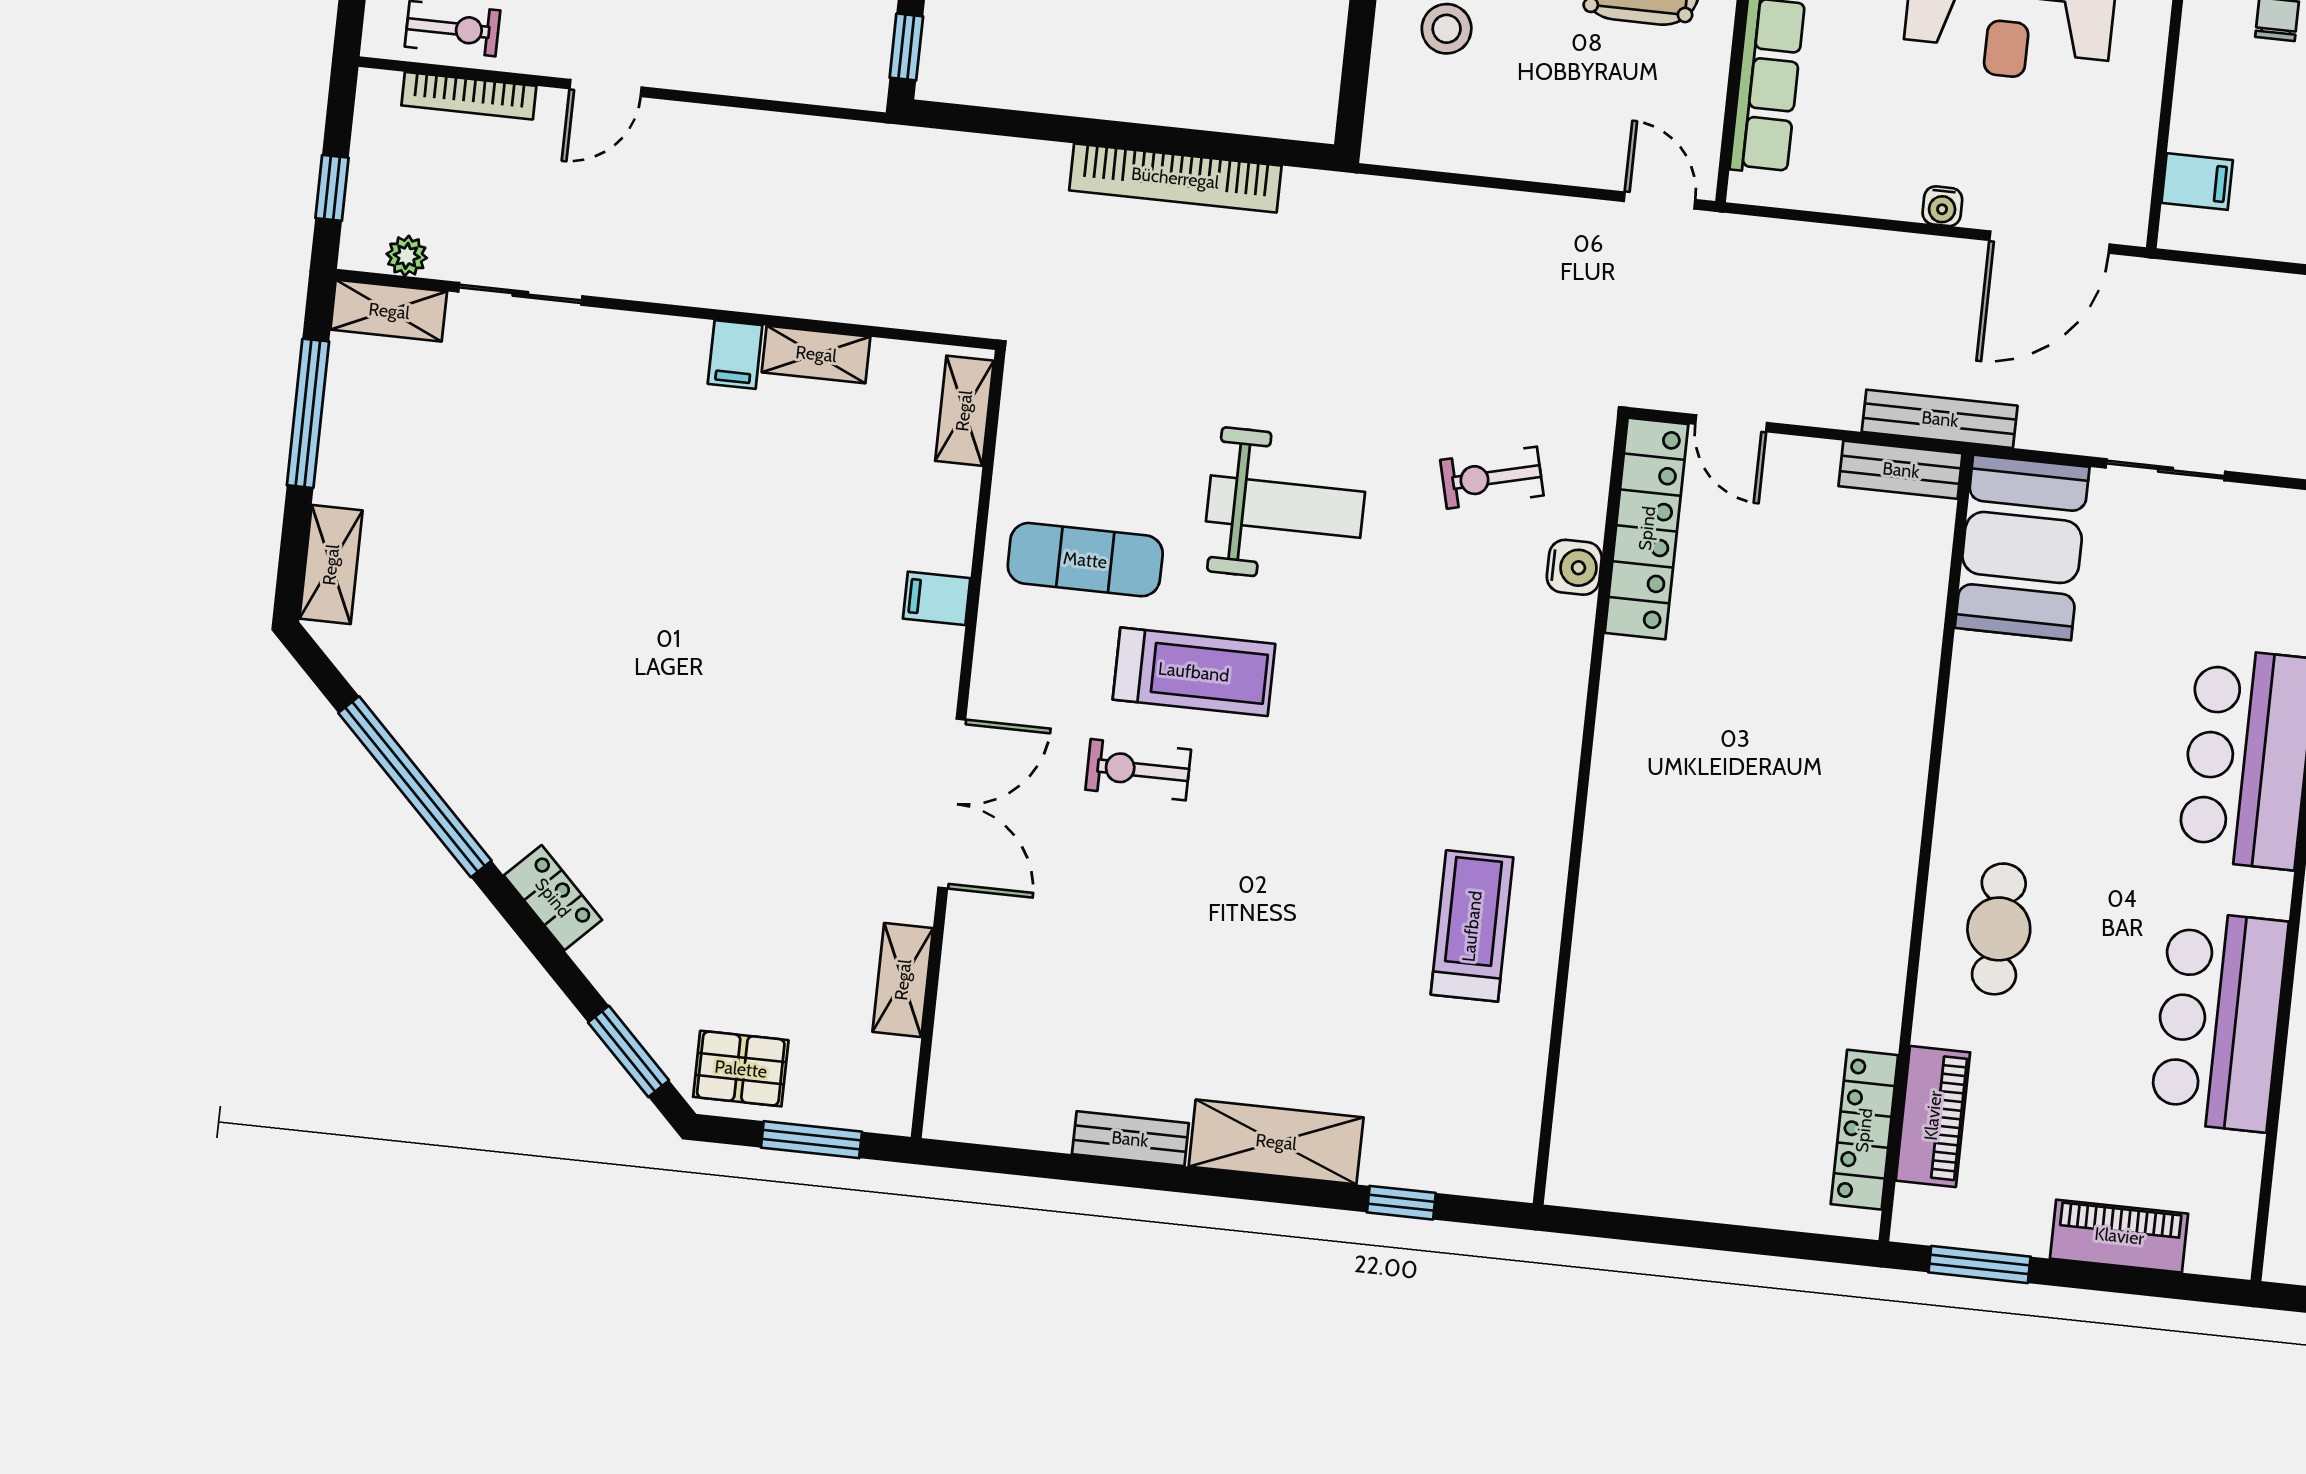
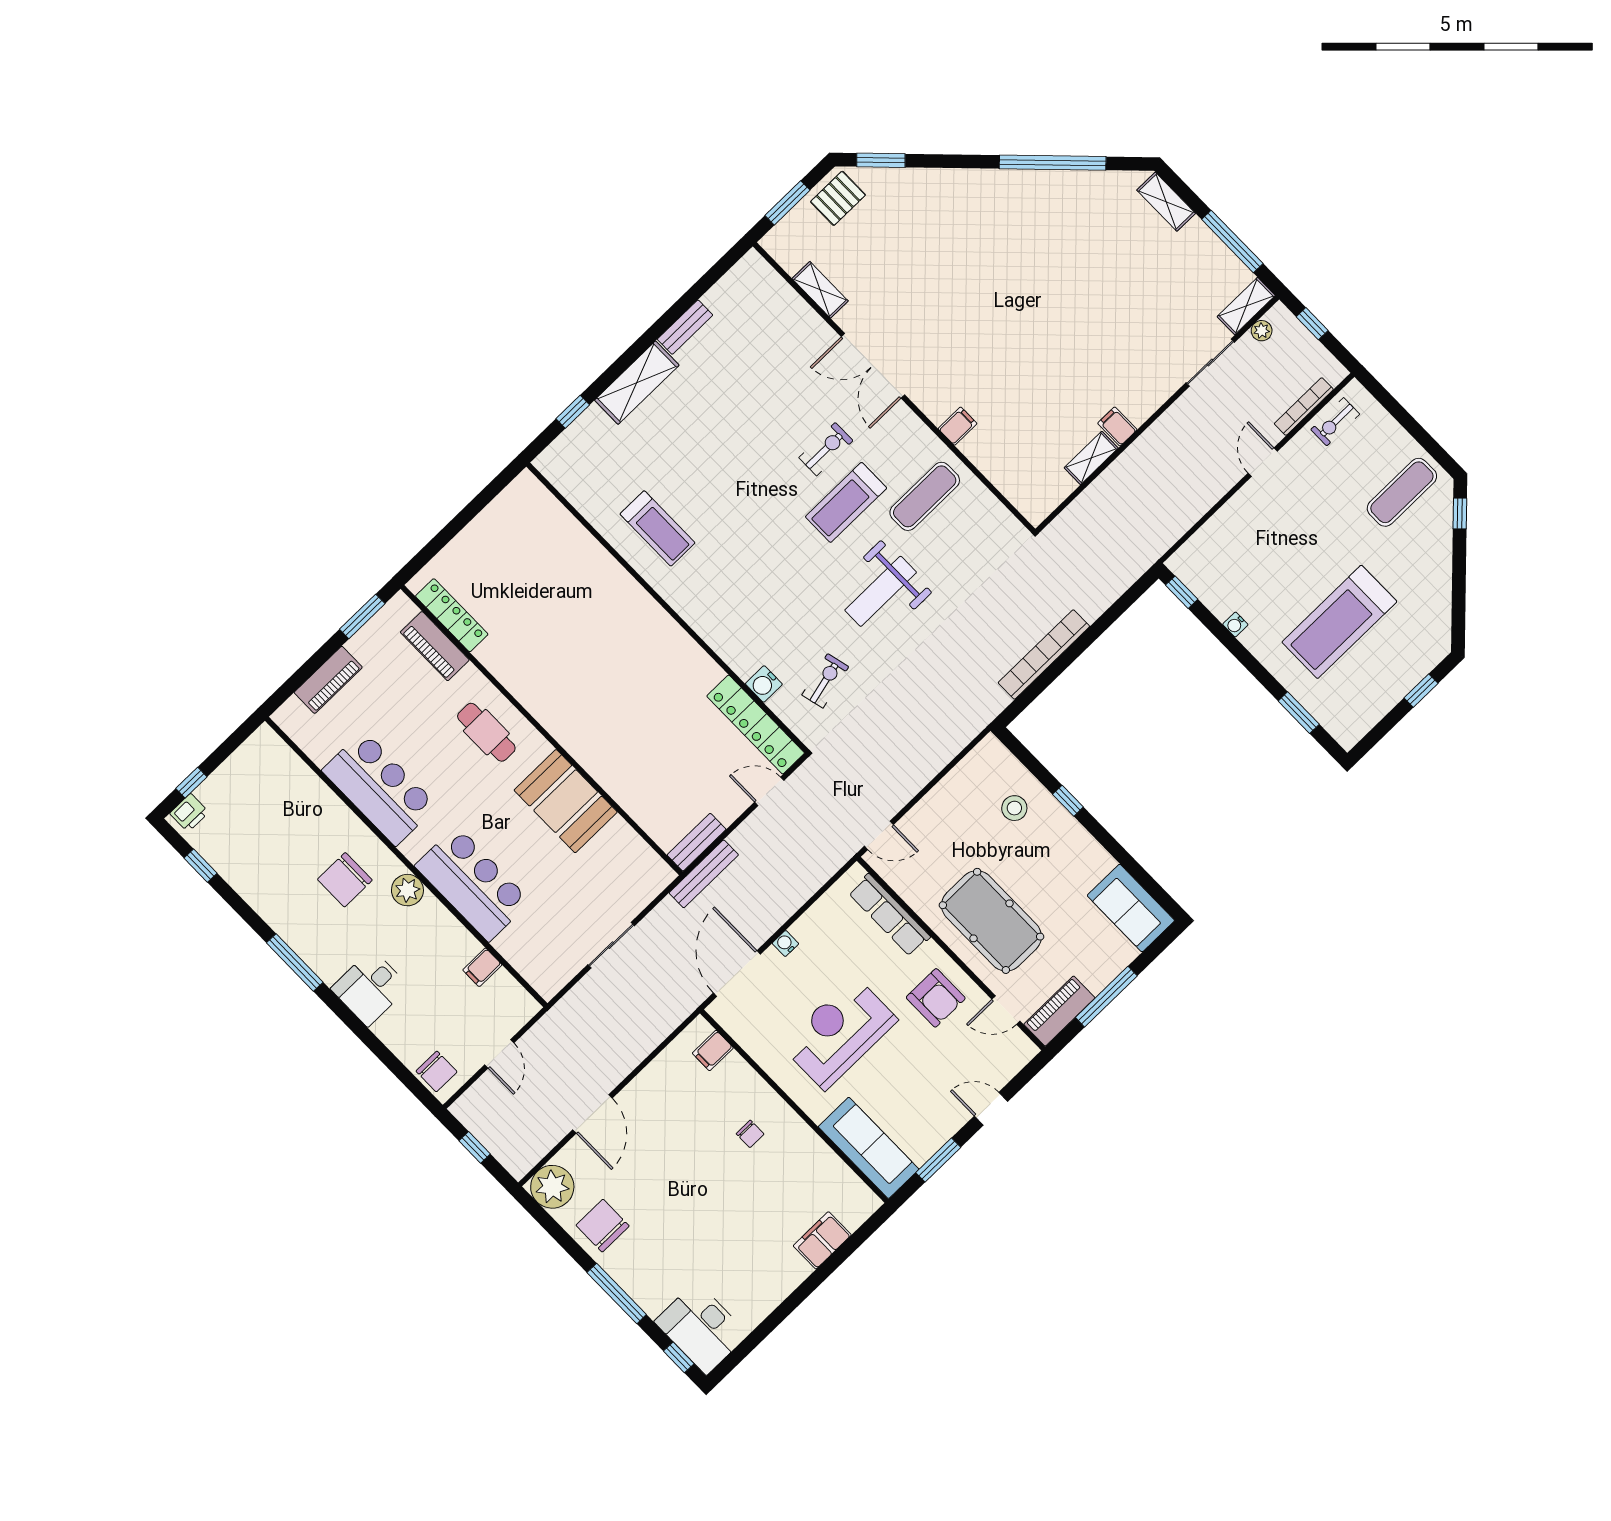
shelving: (964, 411) -> (1021, 497), removed
booth: (2022, 547) -> (566, 801), moved
locker: (553, 898) -> (965, 180), removed

